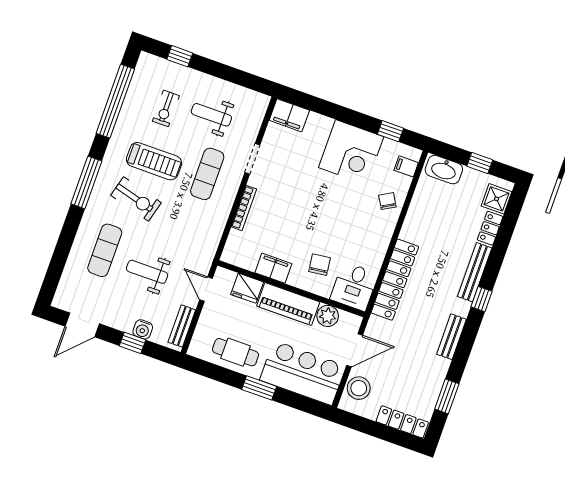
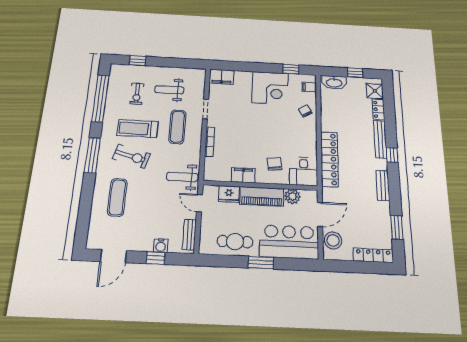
treadmill: (154, 161) -> (138, 129), turned 180
weight bench: (147, 272) -> (182, 177), moved

